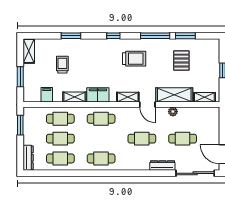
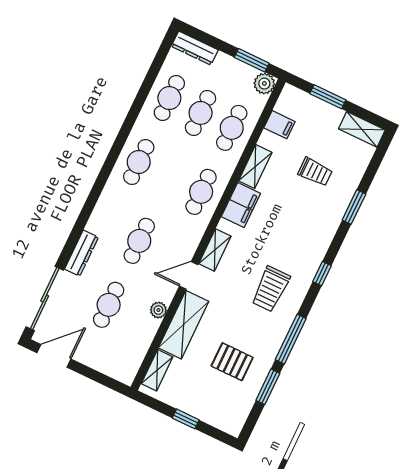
plant: (29, 113) -> (264, 84), added

